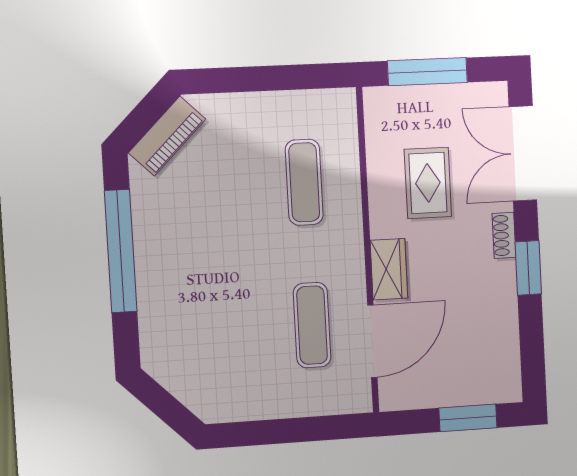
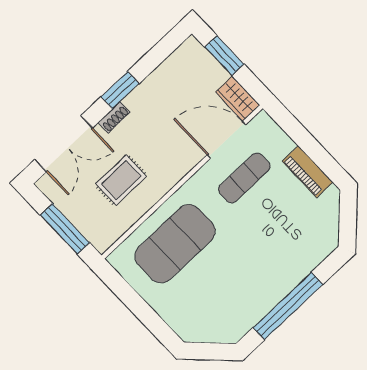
piano: (167, 136) -> (308, 172), moved, turned -135
exercise mat: (304, 182) -> (175, 244), width x2.00, depth x1.45
wardrobe: (389, 269) -> (238, 99), moved, turned -90

